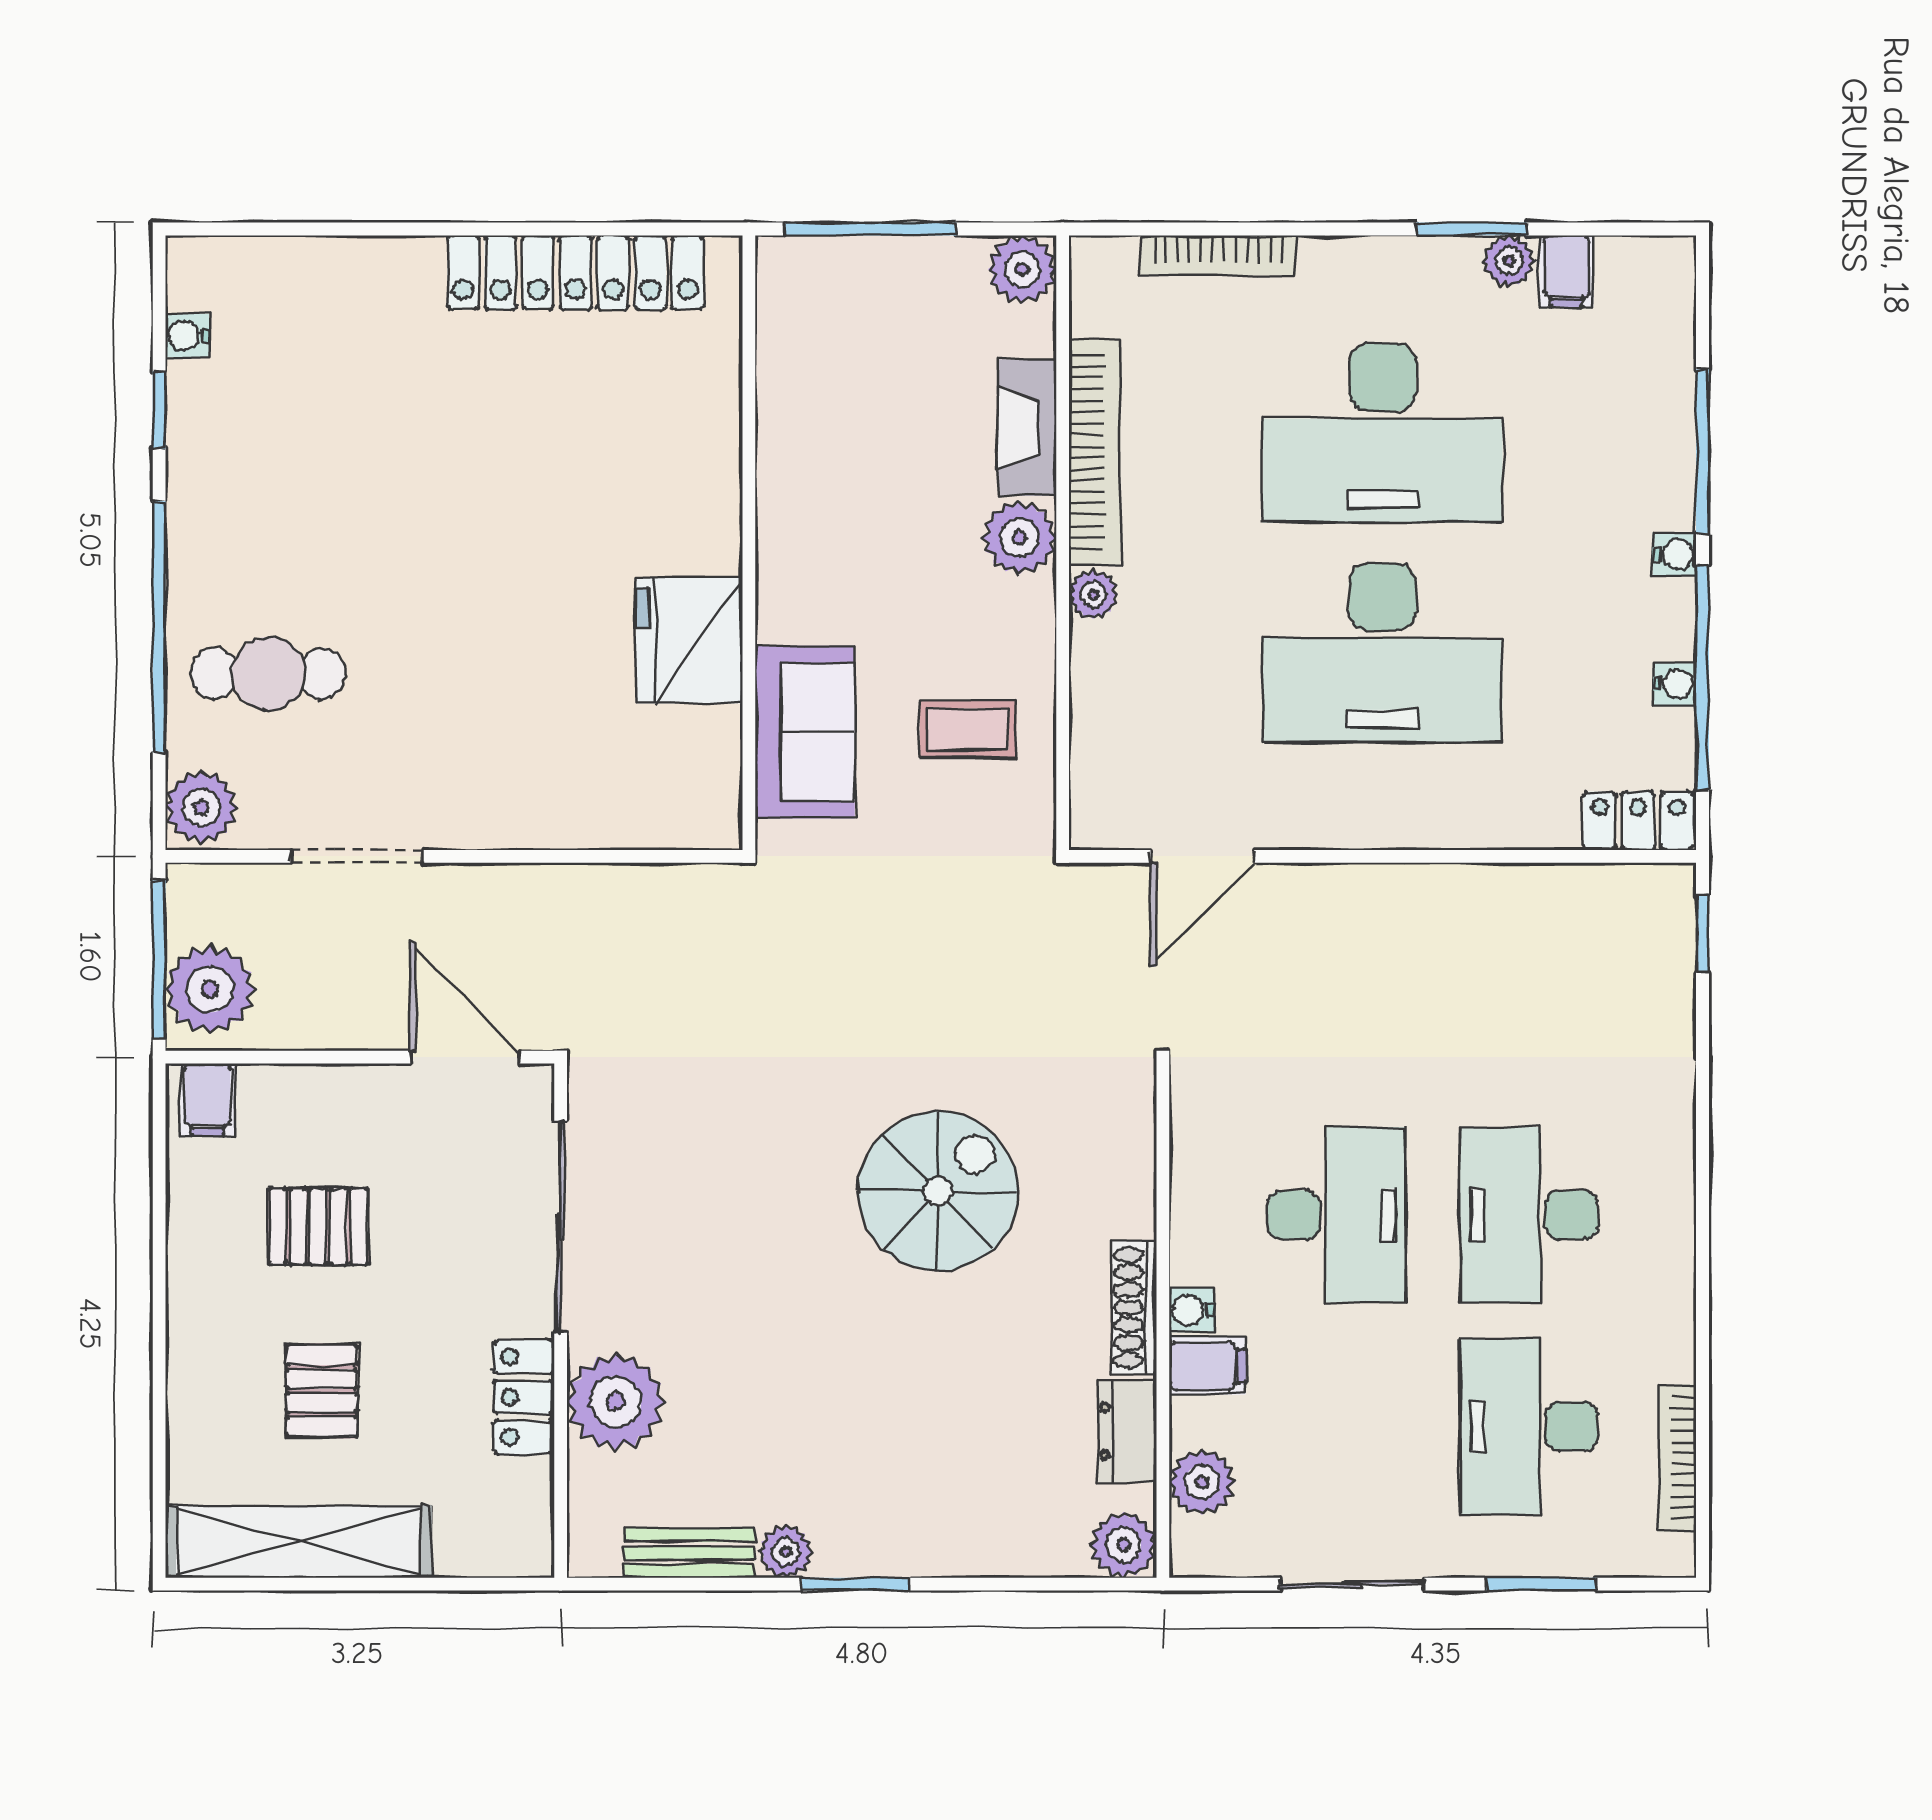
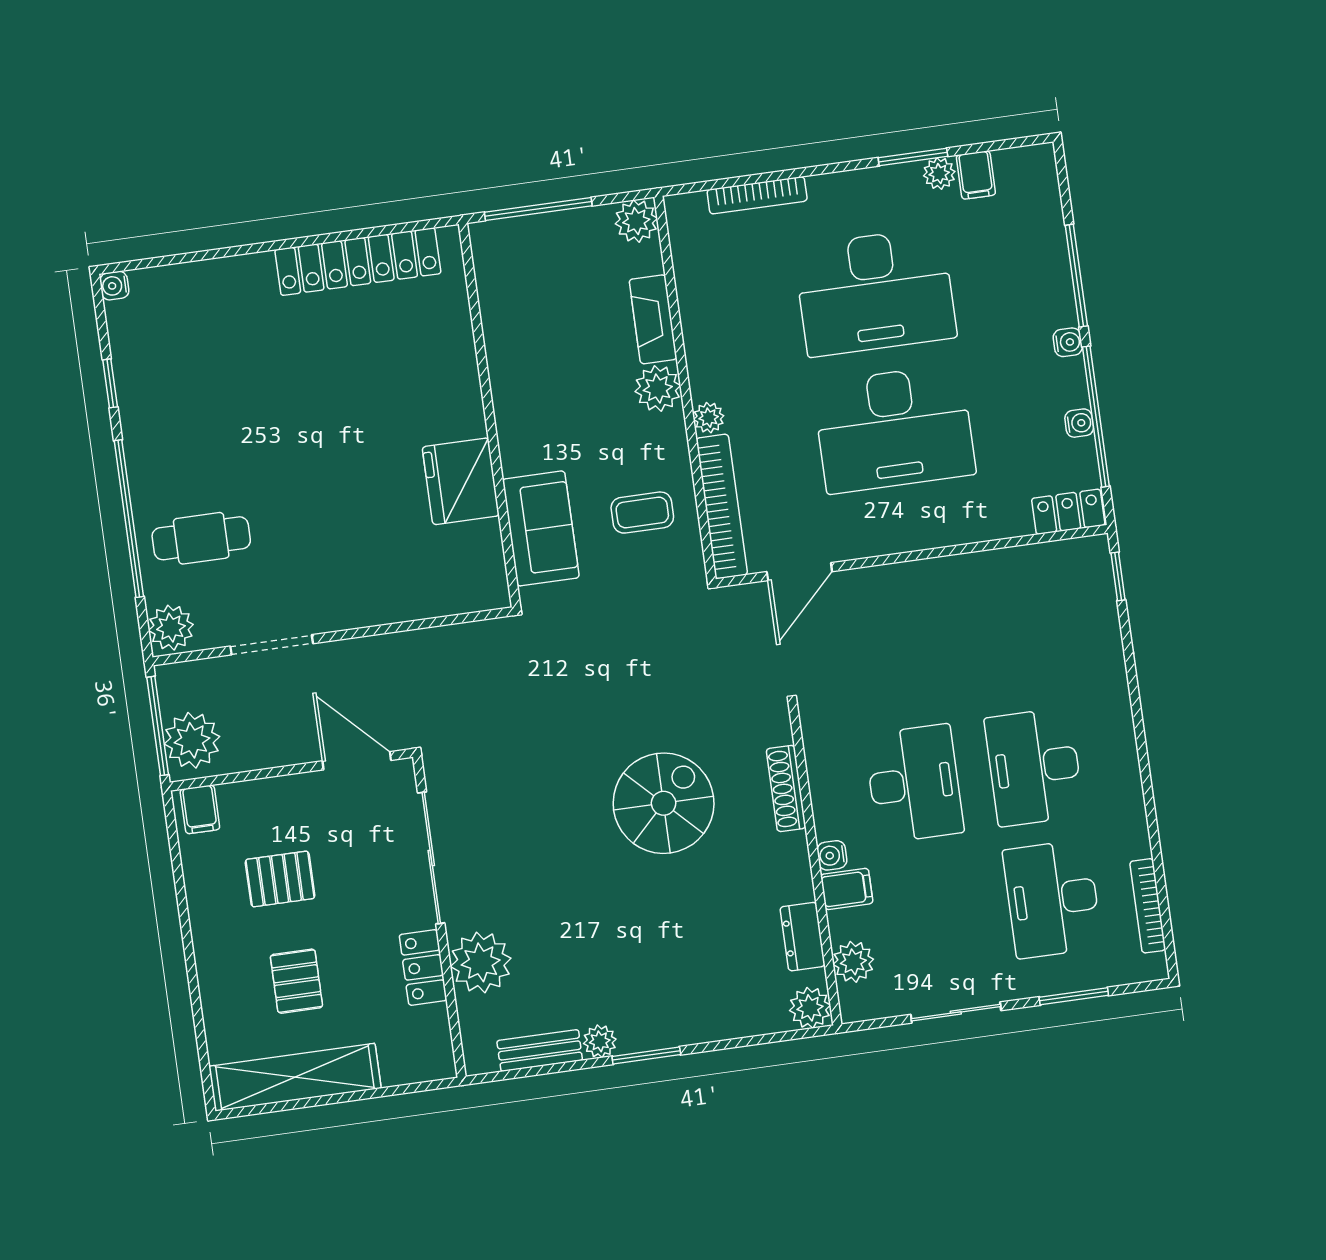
water cooler: (187, 335) -> (114, 286), moved
bookcase: (1094, 452) -> (722, 506), moved
shoe rack: (1134, 1307) -> (786, 788), moved

